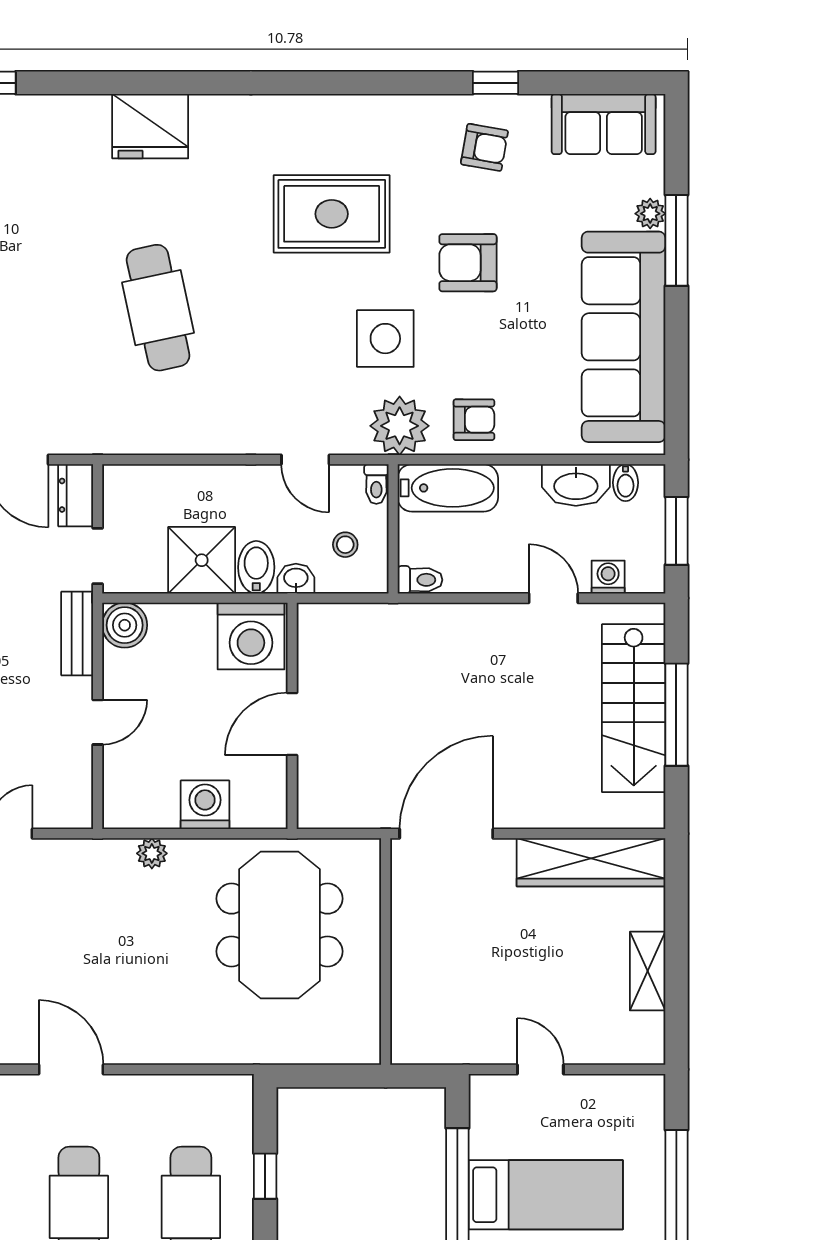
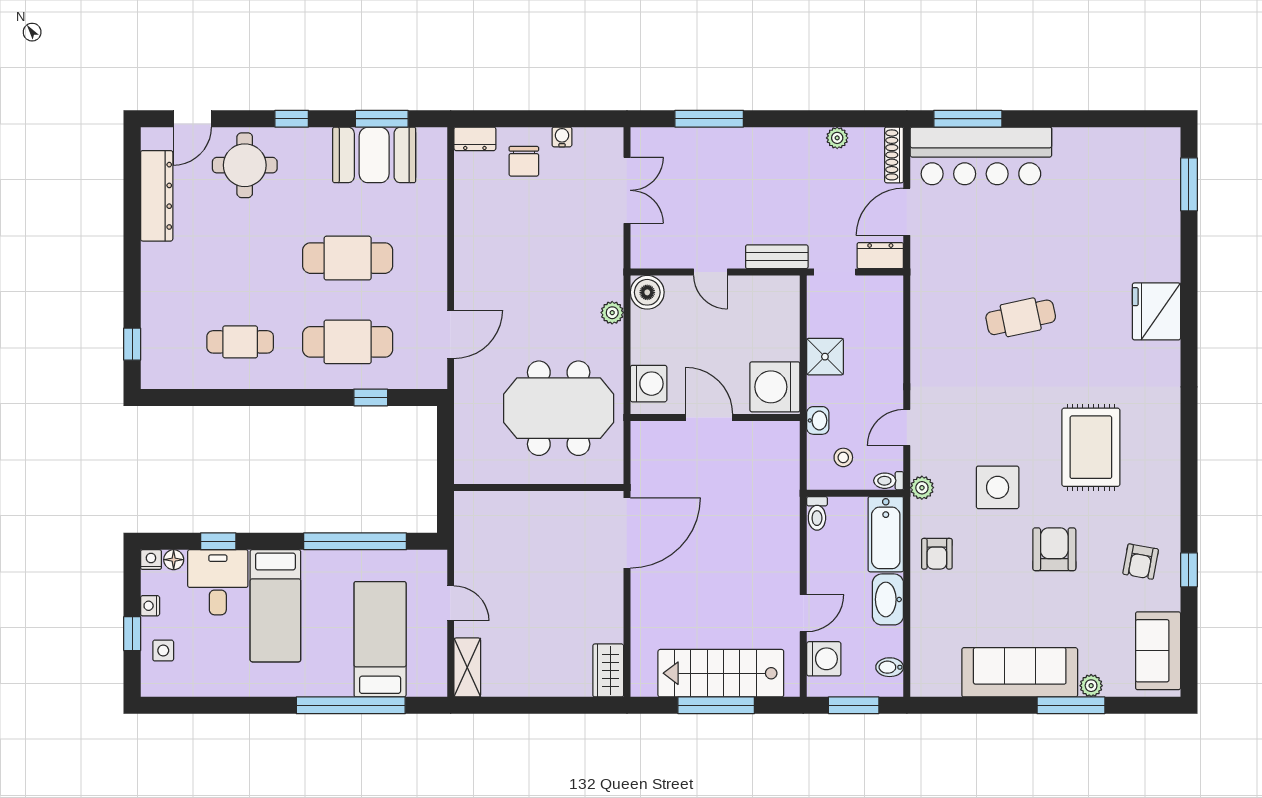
cafe table: (158, 308) -> (1021, 317), width x0.73, depth x0.74
sofa: (623, 337) -> (1020, 672), width x0.74, depth x0.79
plant: (400, 426) -> (922, 488), width x0.53, depth x0.53
washbasin: (576, 485) -> (888, 599), moved
shower: (202, 560) -> (825, 357), width x0.73, depth x0.73
bidet: (256, 567) -> (826, 391), removed
washing machine: (608, 577) -> (824, 659), width x1.38, depth x1.38
boiler: (125, 625) -> (647, 292), moved
washing machine: (205, 805) -> (649, 384), moved
door: (446, 834) -> (627, 533), hinge flipped
wardrobe: (591, 862) -> (608, 670), width x0.48, depth x0.85
shelving: (648, 971) -> (467, 667), moved, turned 90
door: (71, 1069) -> (451, 334), moved
door: (540, 1069) -> (451, 603), hinge flipped
bed: (546, 1195) -> (380, 639), moved, turned 180

